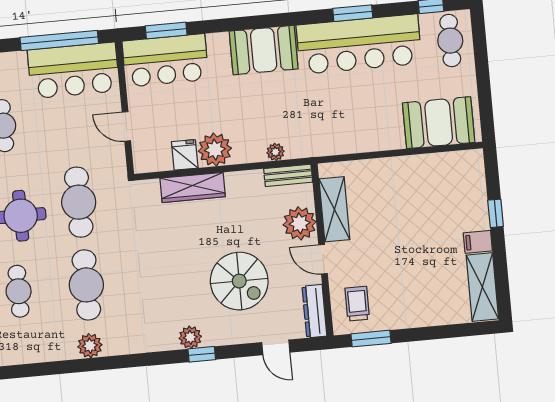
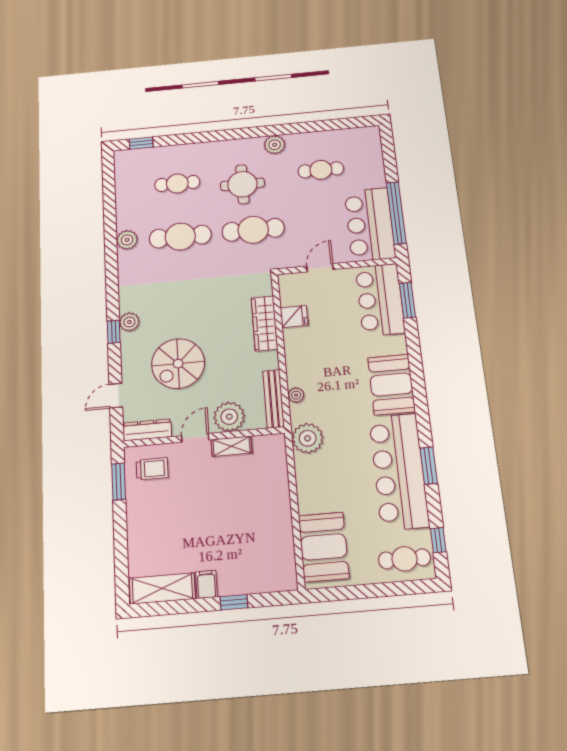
plant: (215, 150) -> (308, 438), moved
bench: (288, 175) -> (274, 399), width x1.36
shelving: (334, 209) -> (232, 446), width x0.67, depth x0.75

